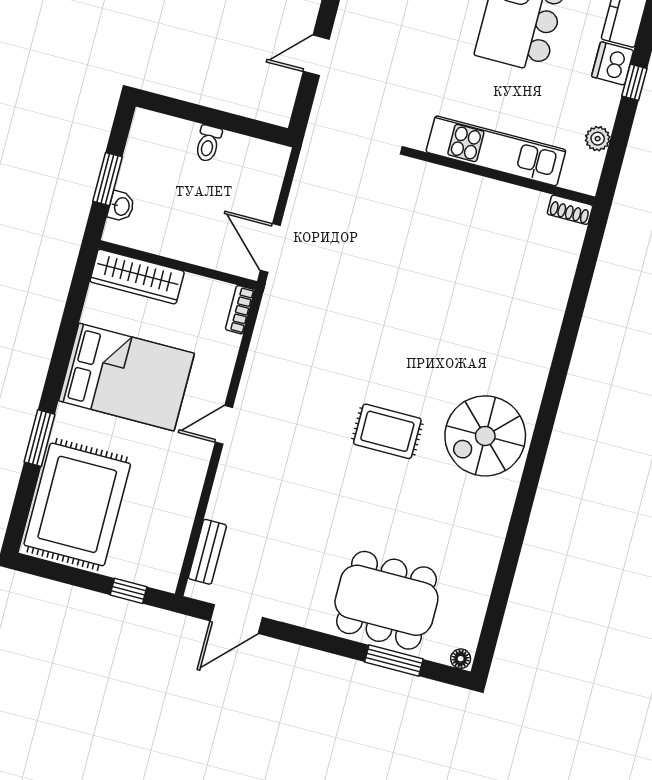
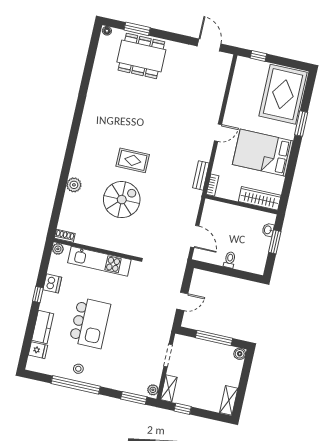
dishwasher: (613, 63) -> (52, 283), moved
plant: (598, 139) -> (58, 249), moved
door: (270, 248) -> (195, 236), moved
plant: (546, 321) -> (74, 185), added
rug: (387, 431) -> (133, 160), moved
spiral stairs: (485, 436) -> (122, 200), moved
bench: (207, 552) -> (201, 175), moved
door: (236, 619) -> (209, 45), hinge flipped

